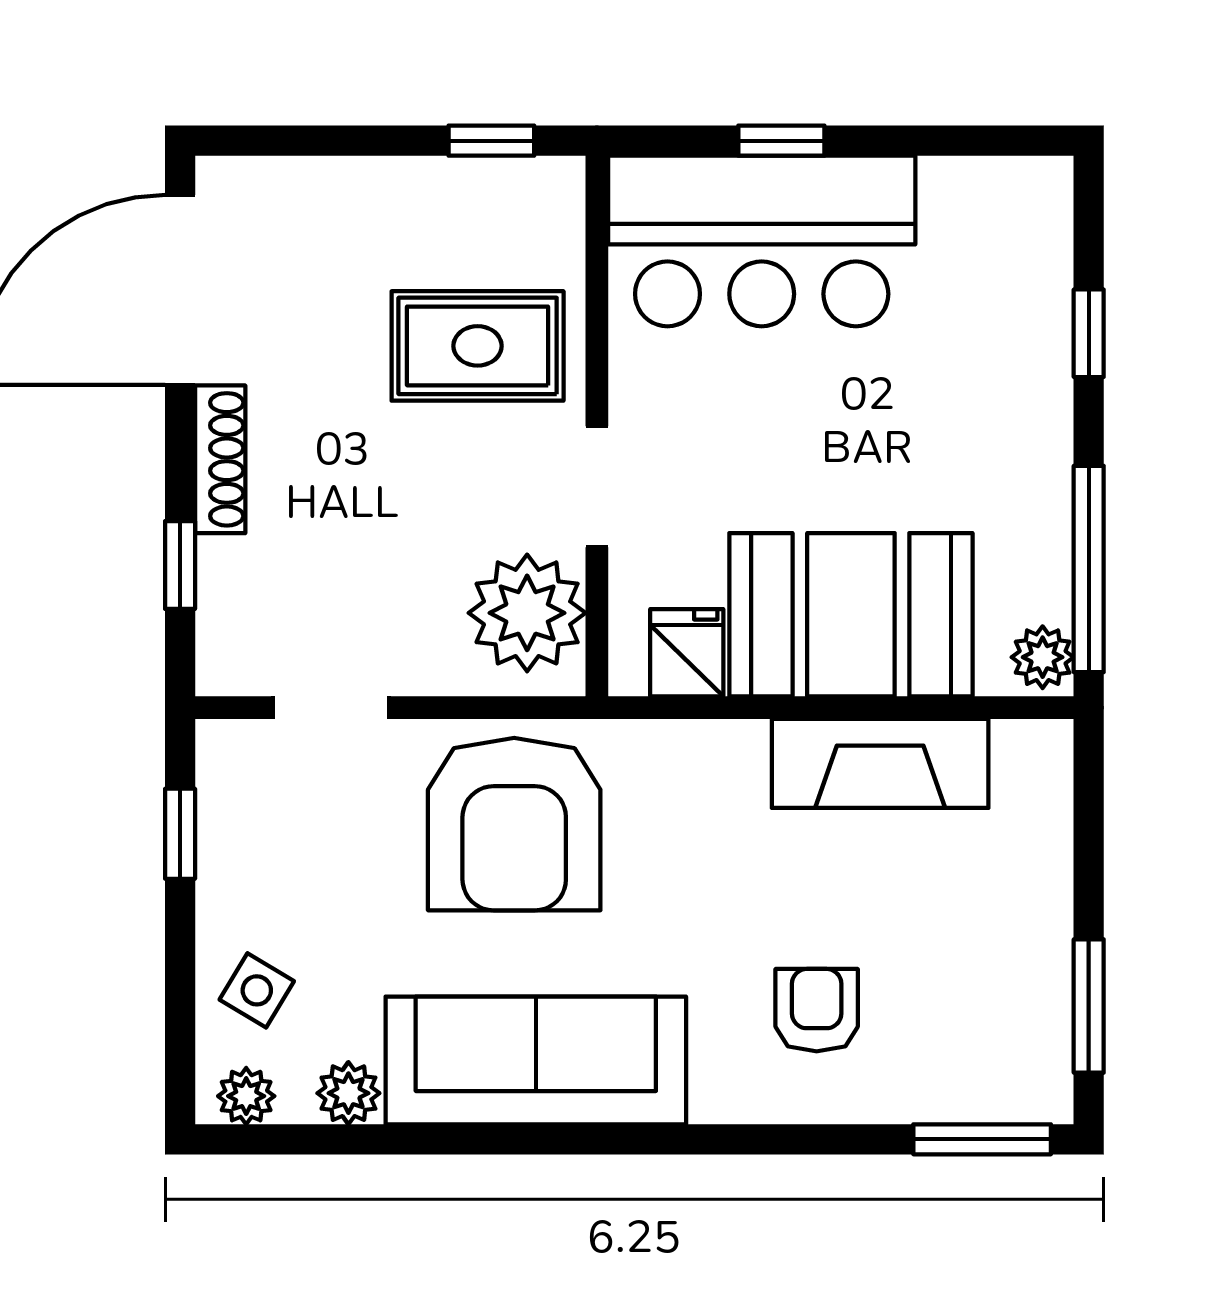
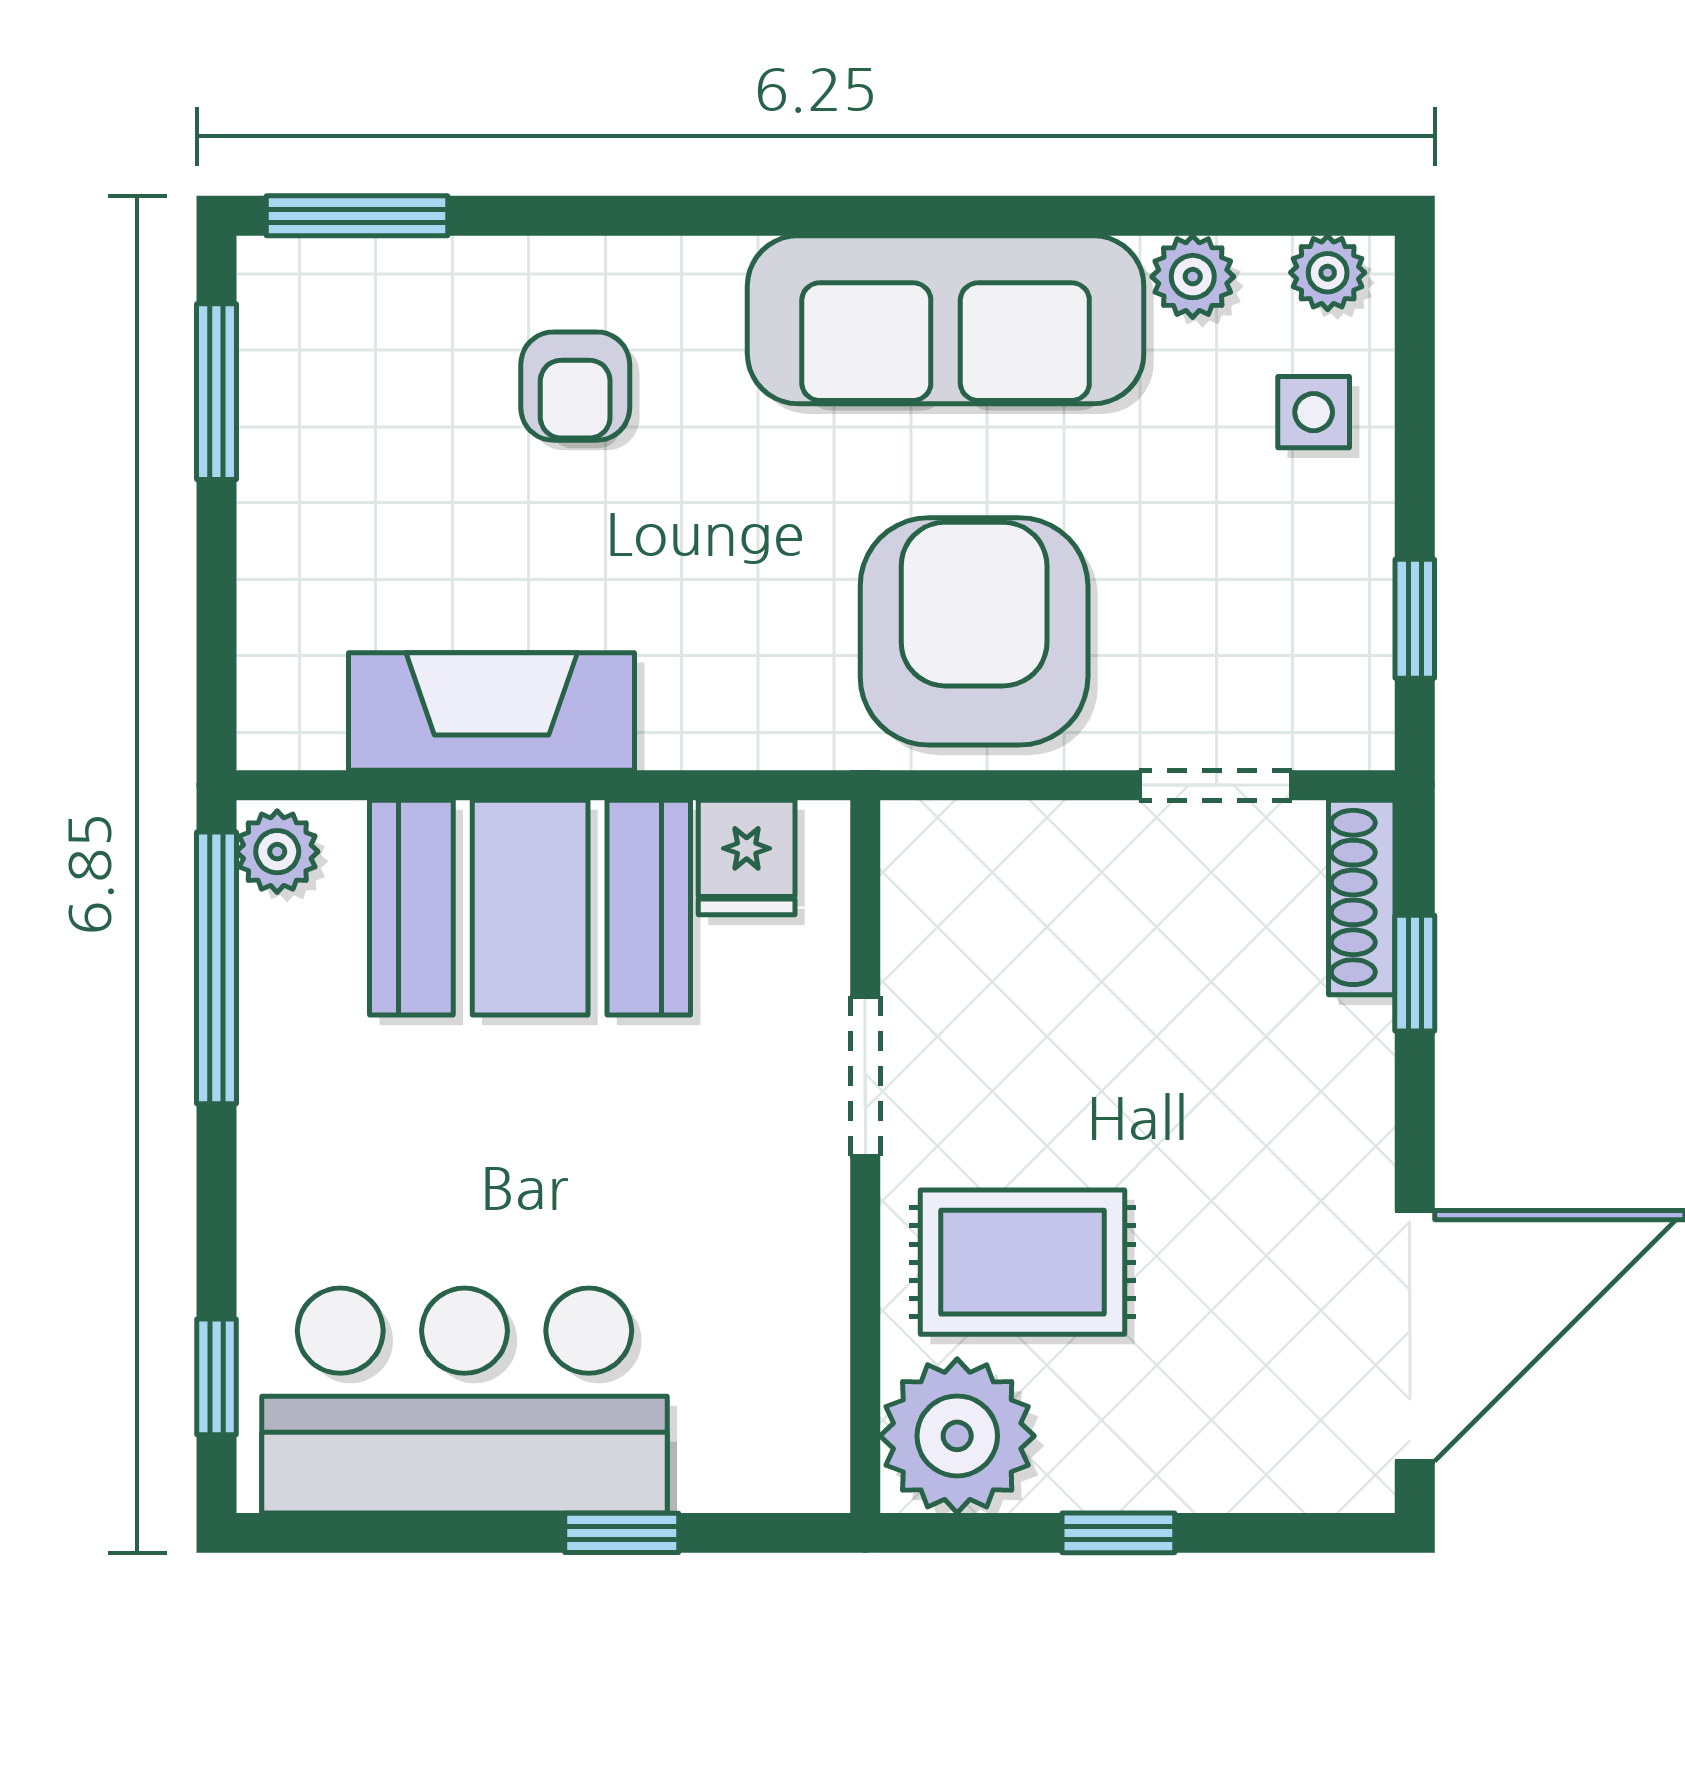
window: (491, 141) -> (1118, 1533), moved
bar counter: (762, 241) -> (464, 1401), moved
window: (1089, 333) -> (216, 1377), moved
shoe rack: (220, 459) -> (1362, 897), moved
plant: (527, 613) -> (957, 1436), moved
side table: (257, 990) -> (1314, 412), turned -31

